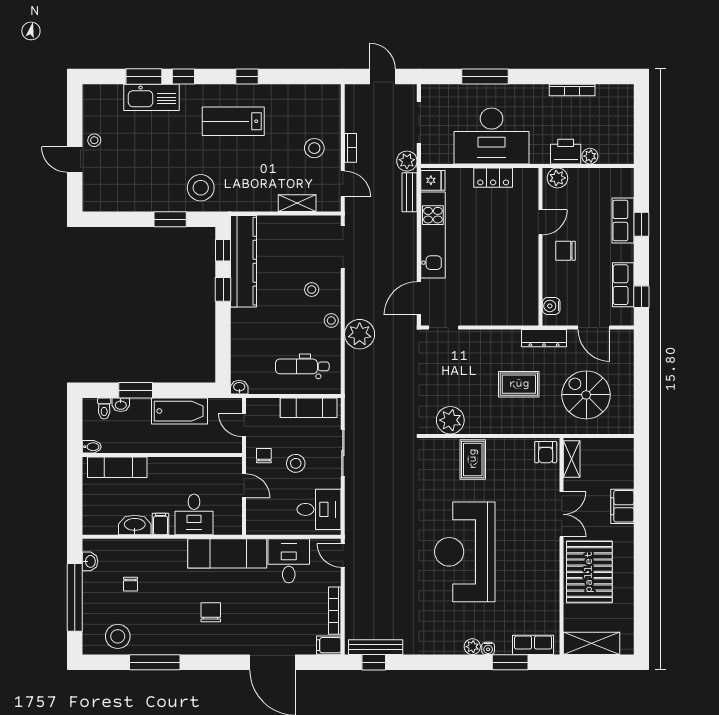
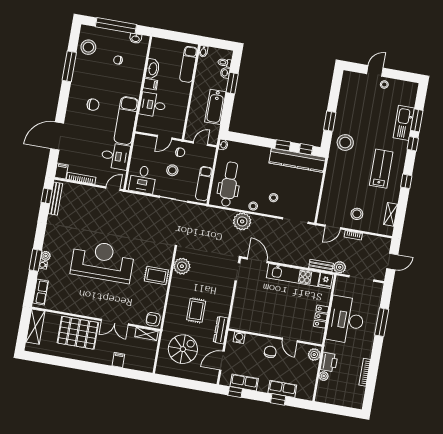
shelving: (297, 203) -> (391, 214), moved
dental chair: (302, 366) -> (229, 184), width x1.36, depth x1.38
filing cabinet: (622, 506) -> (118, 360), width x0.50
window: (510, 662) -> (35, 260), moved

